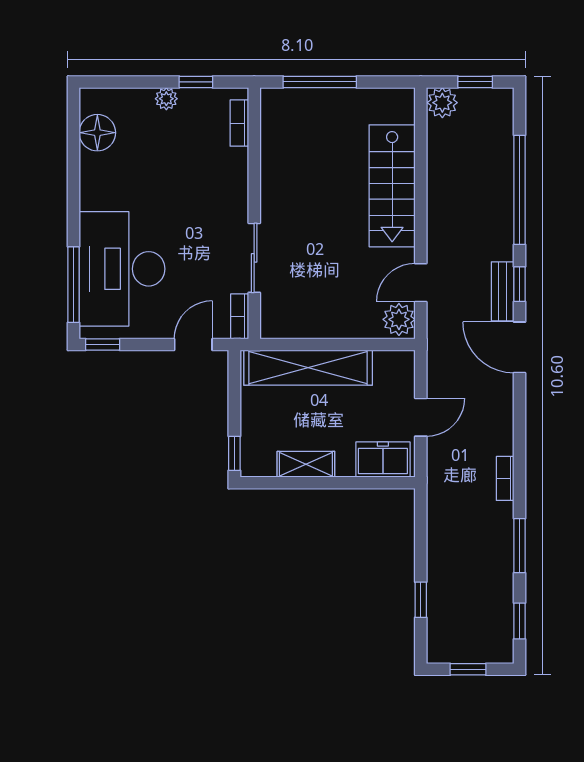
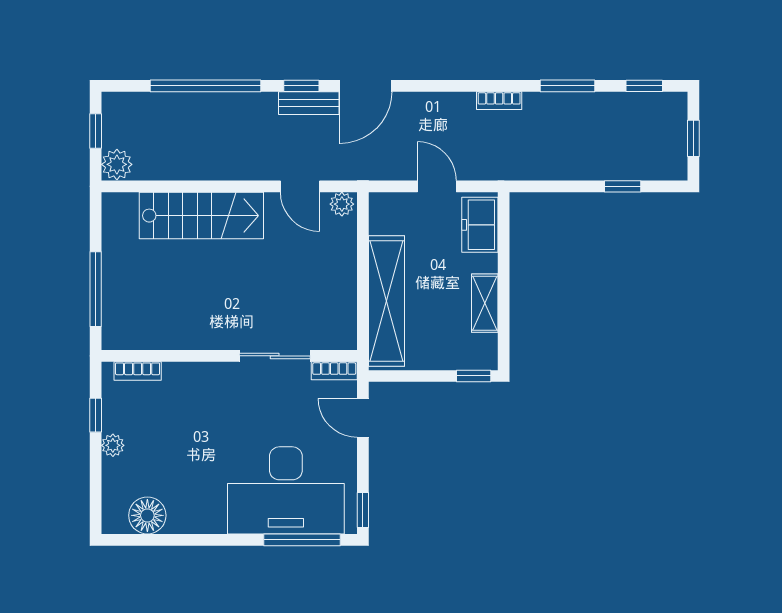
plant: (399, 319) -> (342, 204), width x0.73, depth x0.73

